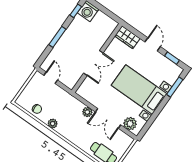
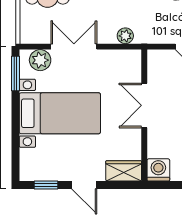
washing machine: (109, 25) -> (158, 170), added
window: (175, 87) -> (15, 74), moved
plant: (87, 112) -> (125, 36), moved

